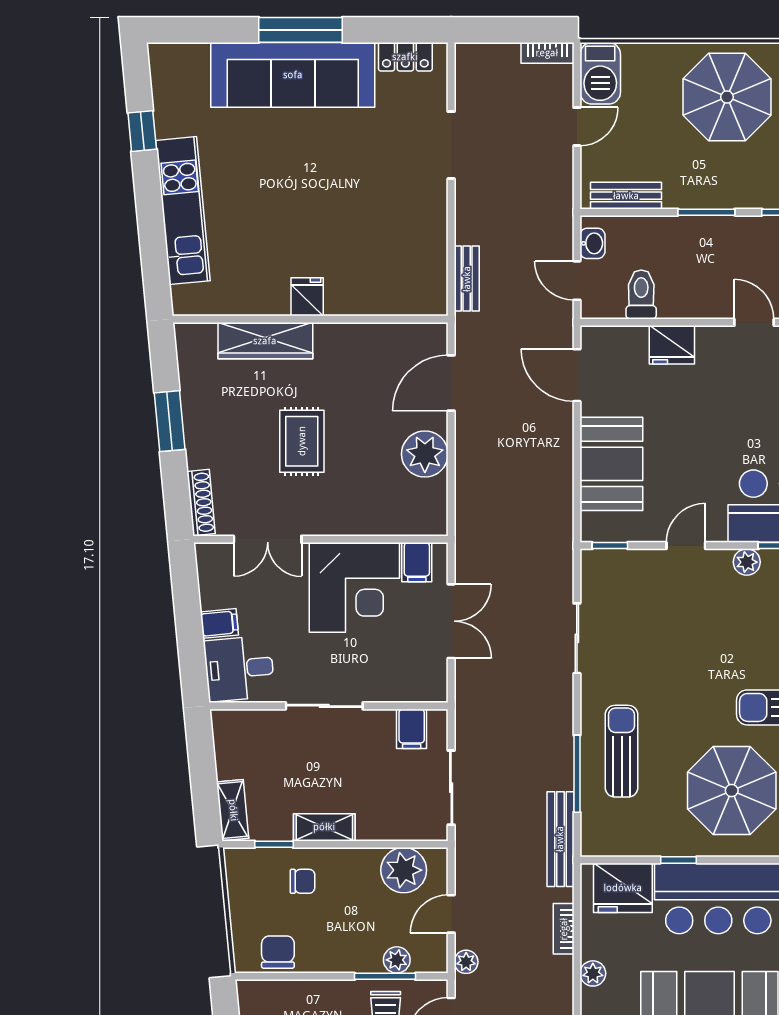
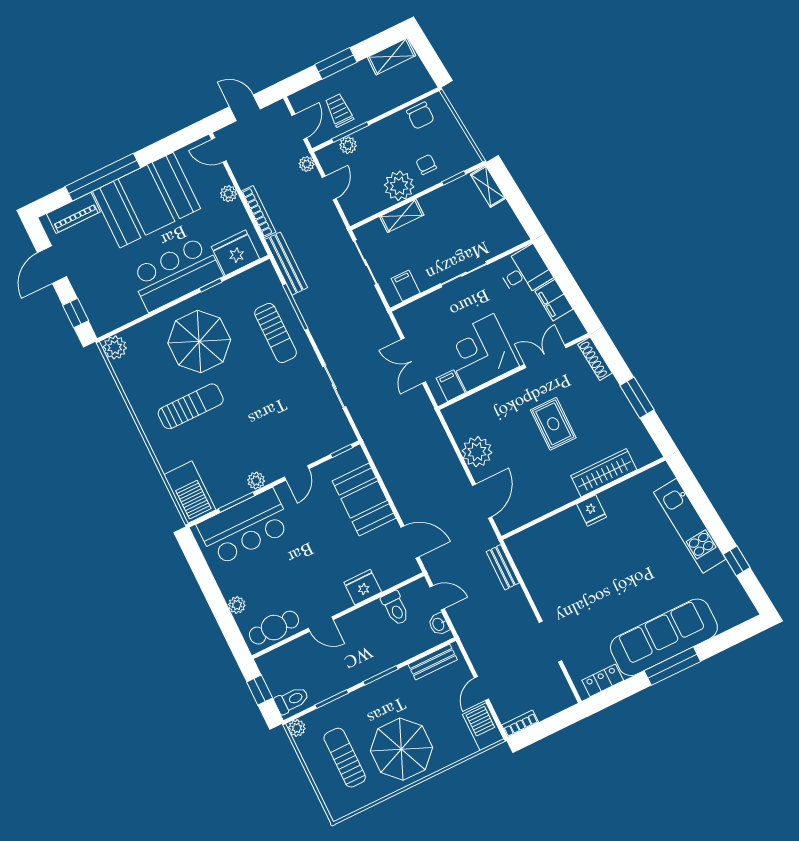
filing cabinet: (219, 623) -> (554, 300), width x2.00
shelving: (324, 827) -> (402, 216), moved
plant: (404, 870) -> (399, 186), moved
chair: (303, 881) -> (426, 164), turned 90
bookcase: (564, 929) -> (259, 212), width x1.56

